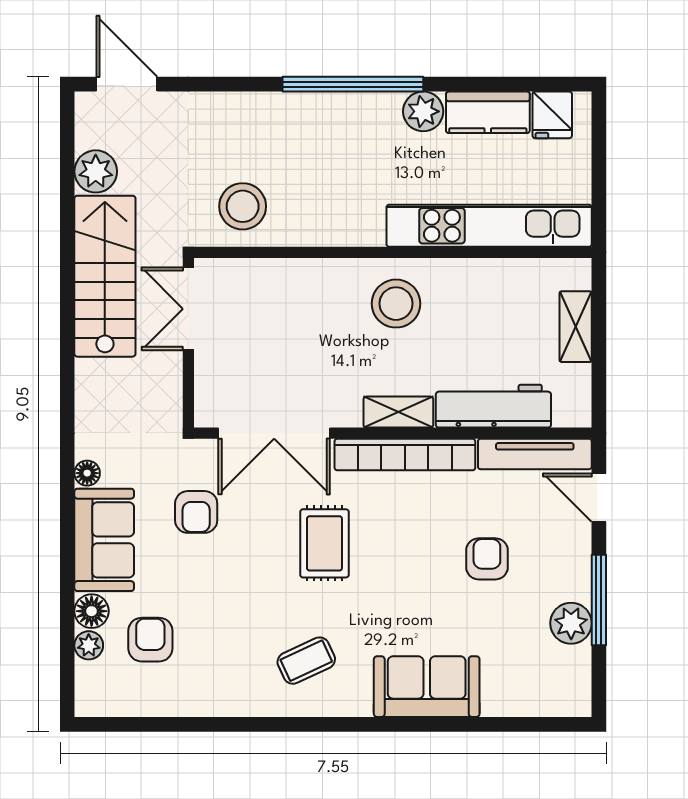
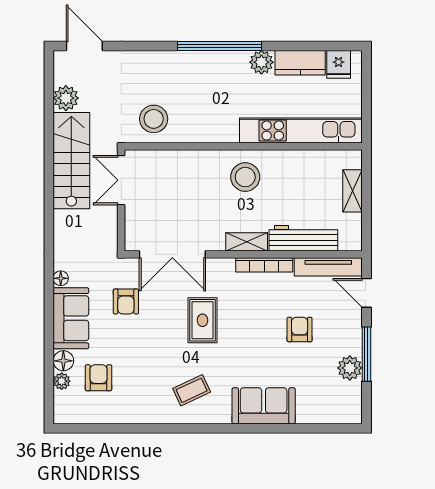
bookcase: (405, 455) -> (264, 265), width x0.68, depth x0.76

